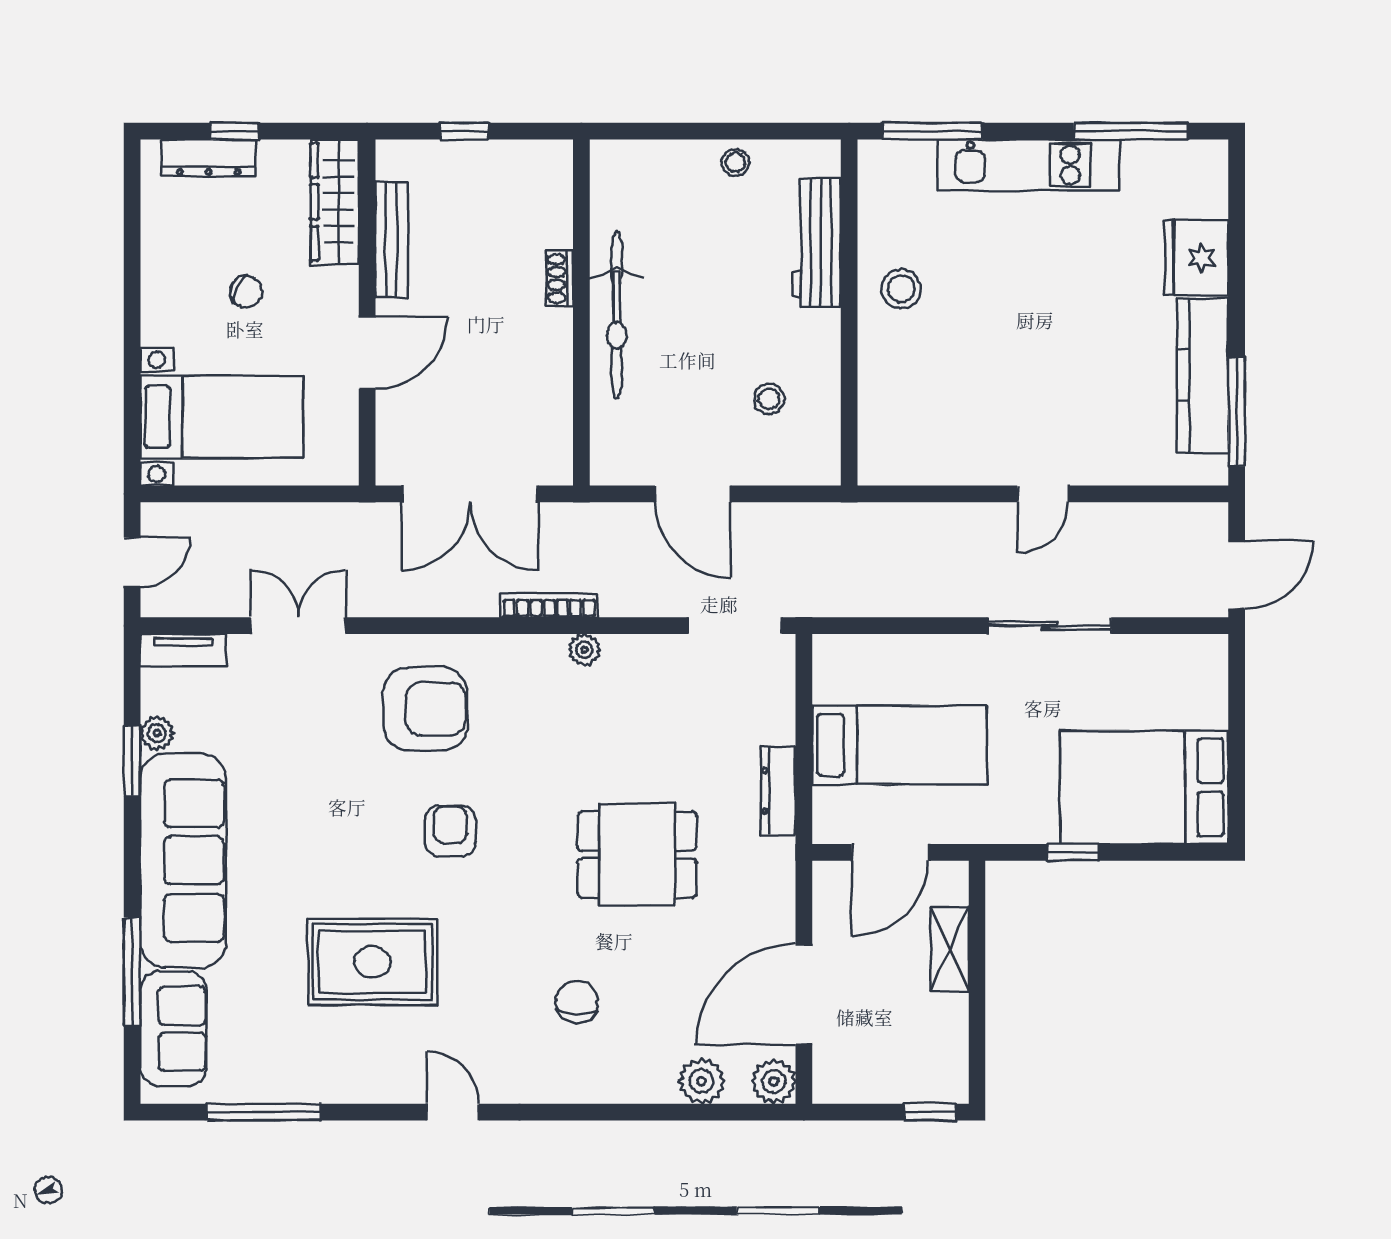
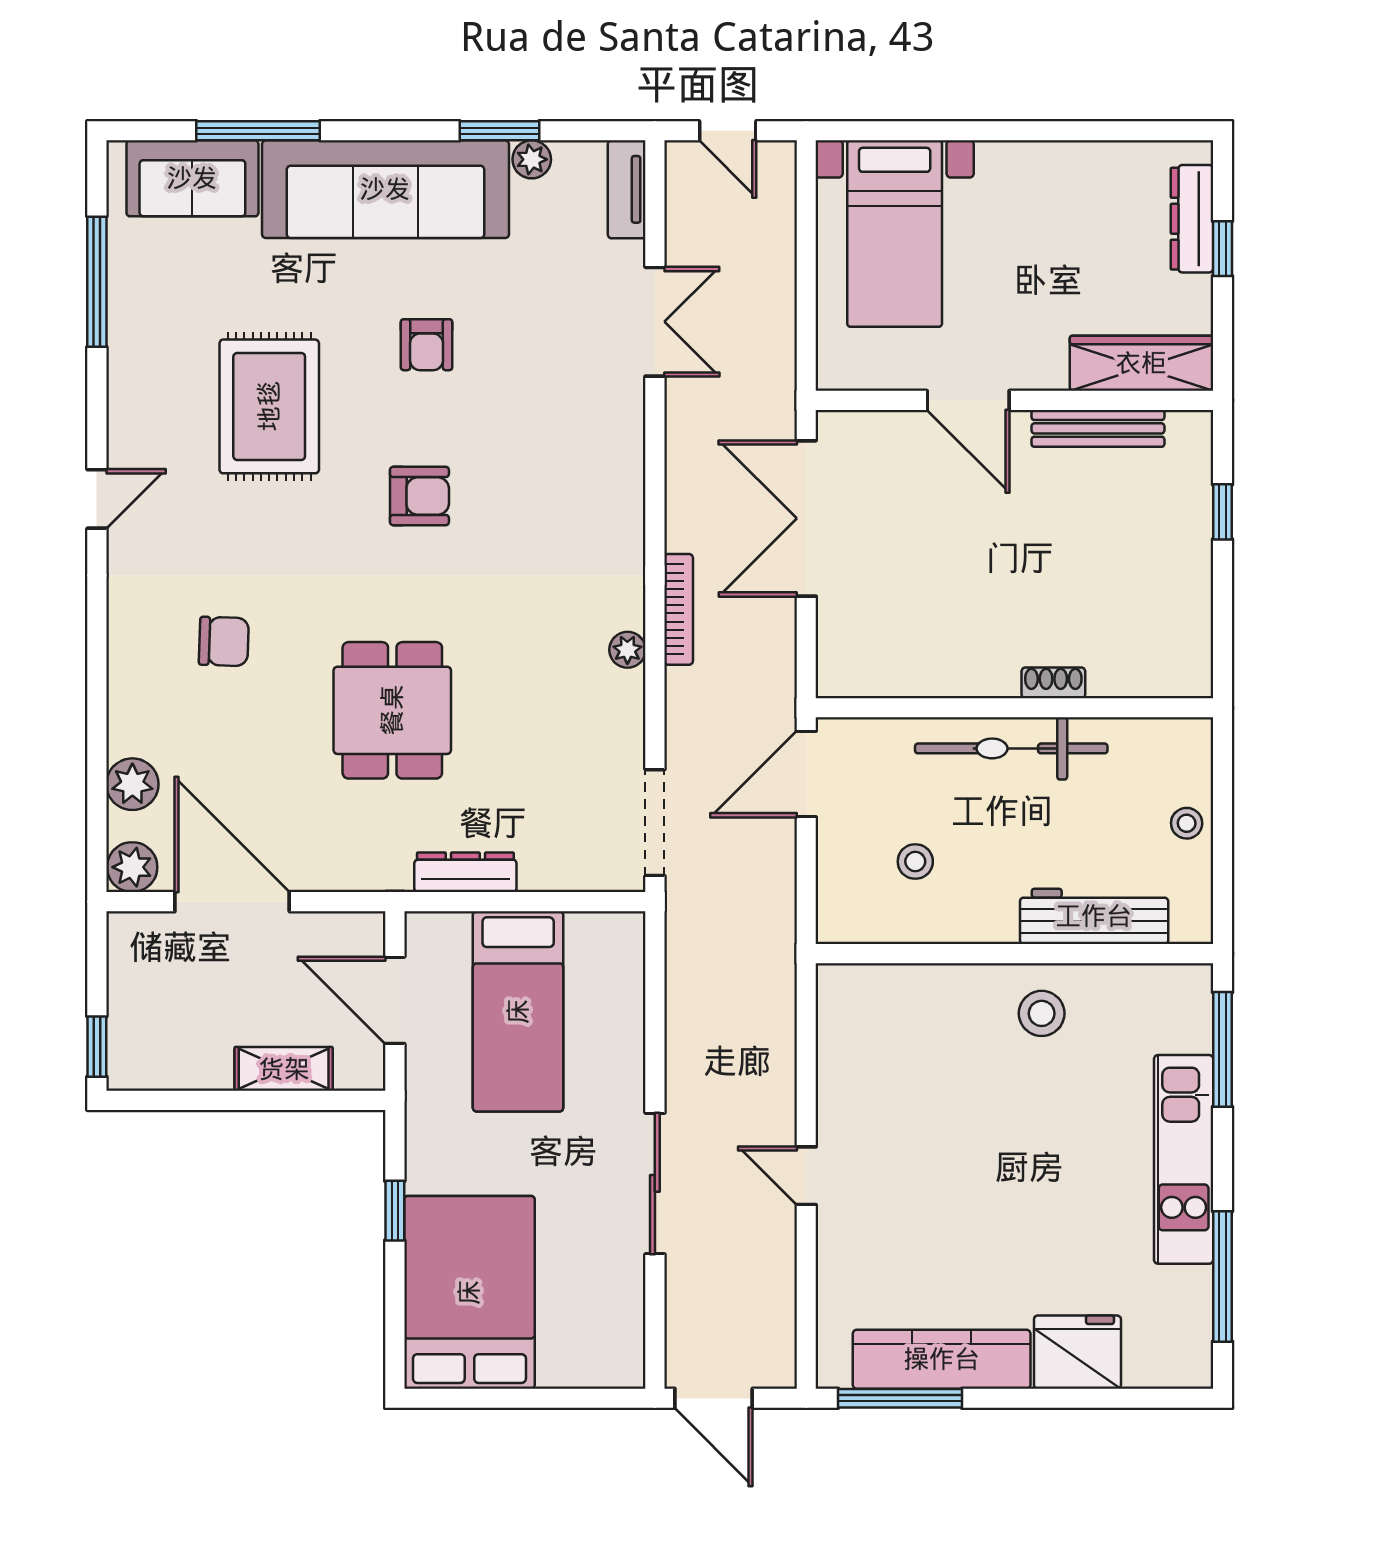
shoe rack: (560, 278) -> (1053, 683), moved
chair: (246, 292) -> (1038, 262), removed
wall: (581, 312) -> (1014, 708), moved
bicycle: (617, 315) -> (1011, 748), moved
armchair: (426, 709) -> (427, 345), moved, width x0.53, depth x0.53

